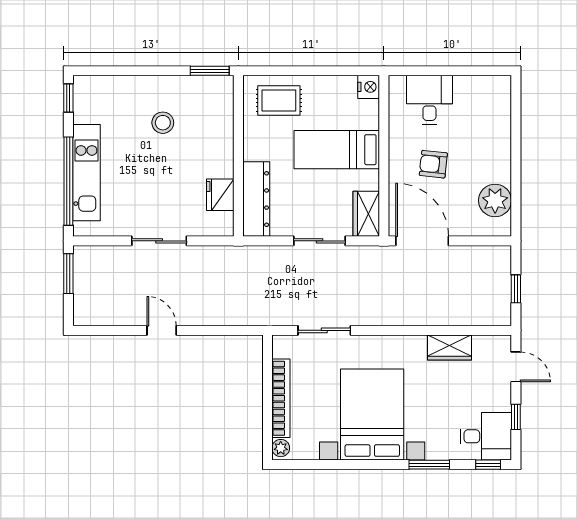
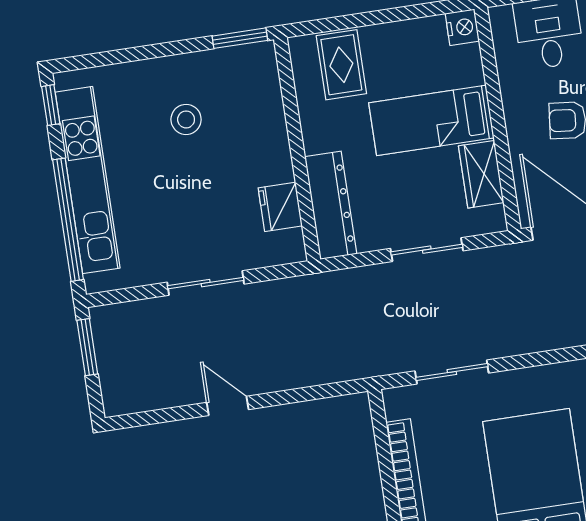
rug: (279, 101) -> (341, 65), turned 90
kitchen unit: (86, 173) -> (88, 180), width x1.36
wardrobe: (366, 214) -> (481, 174), moved

